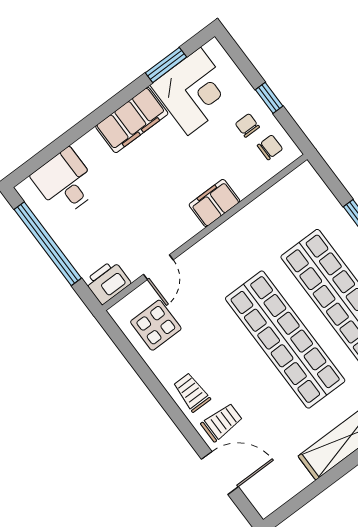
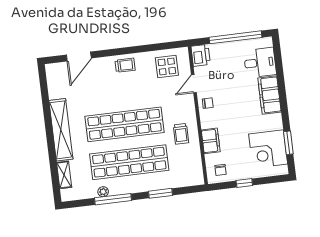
filing cabinet: (132, 120) -> (269, 95), moved
chair: (247, 125) -> (208, 103), moved
filing cabinet: (214, 203) -> (211, 141), moved
door: (158, 267) -> (194, 84), hinge flipped
trolley: (222, 422) -> (181, 134), moved

